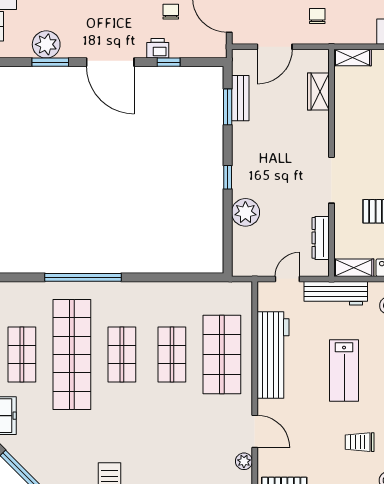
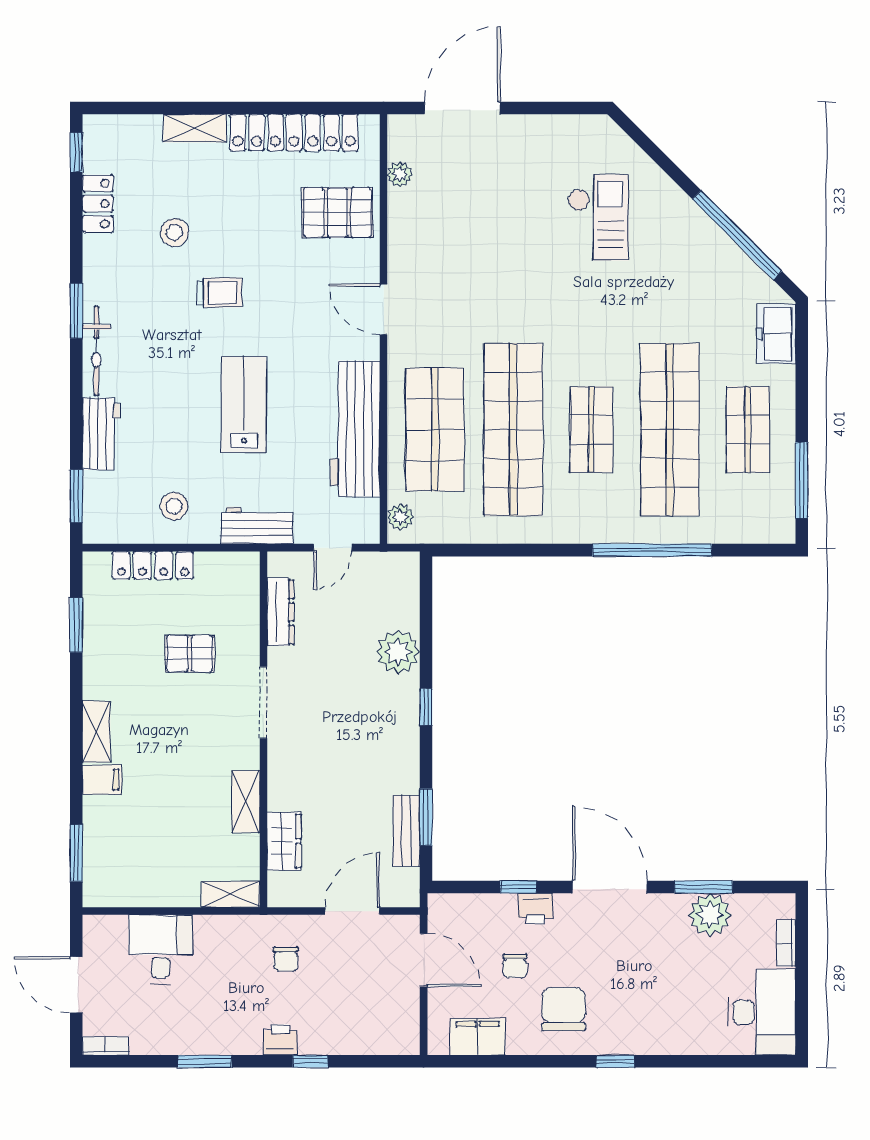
shelving: (354, 268) -> (246, 802), moved, turned 90
workbench: (336, 293) -> (257, 525), width x0.73
shop shelf: (172, 354) -> (513, 430), width x2.00, depth x1.36
plant: (244, 461) -> (400, 517), moved

